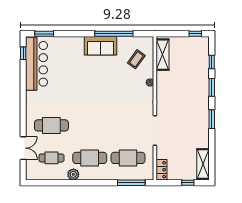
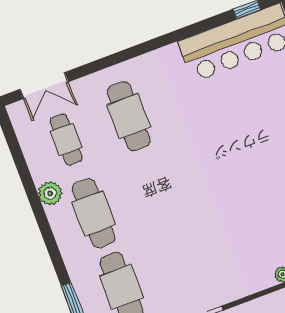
double door: (23, 148) -> (44, 86), moved

